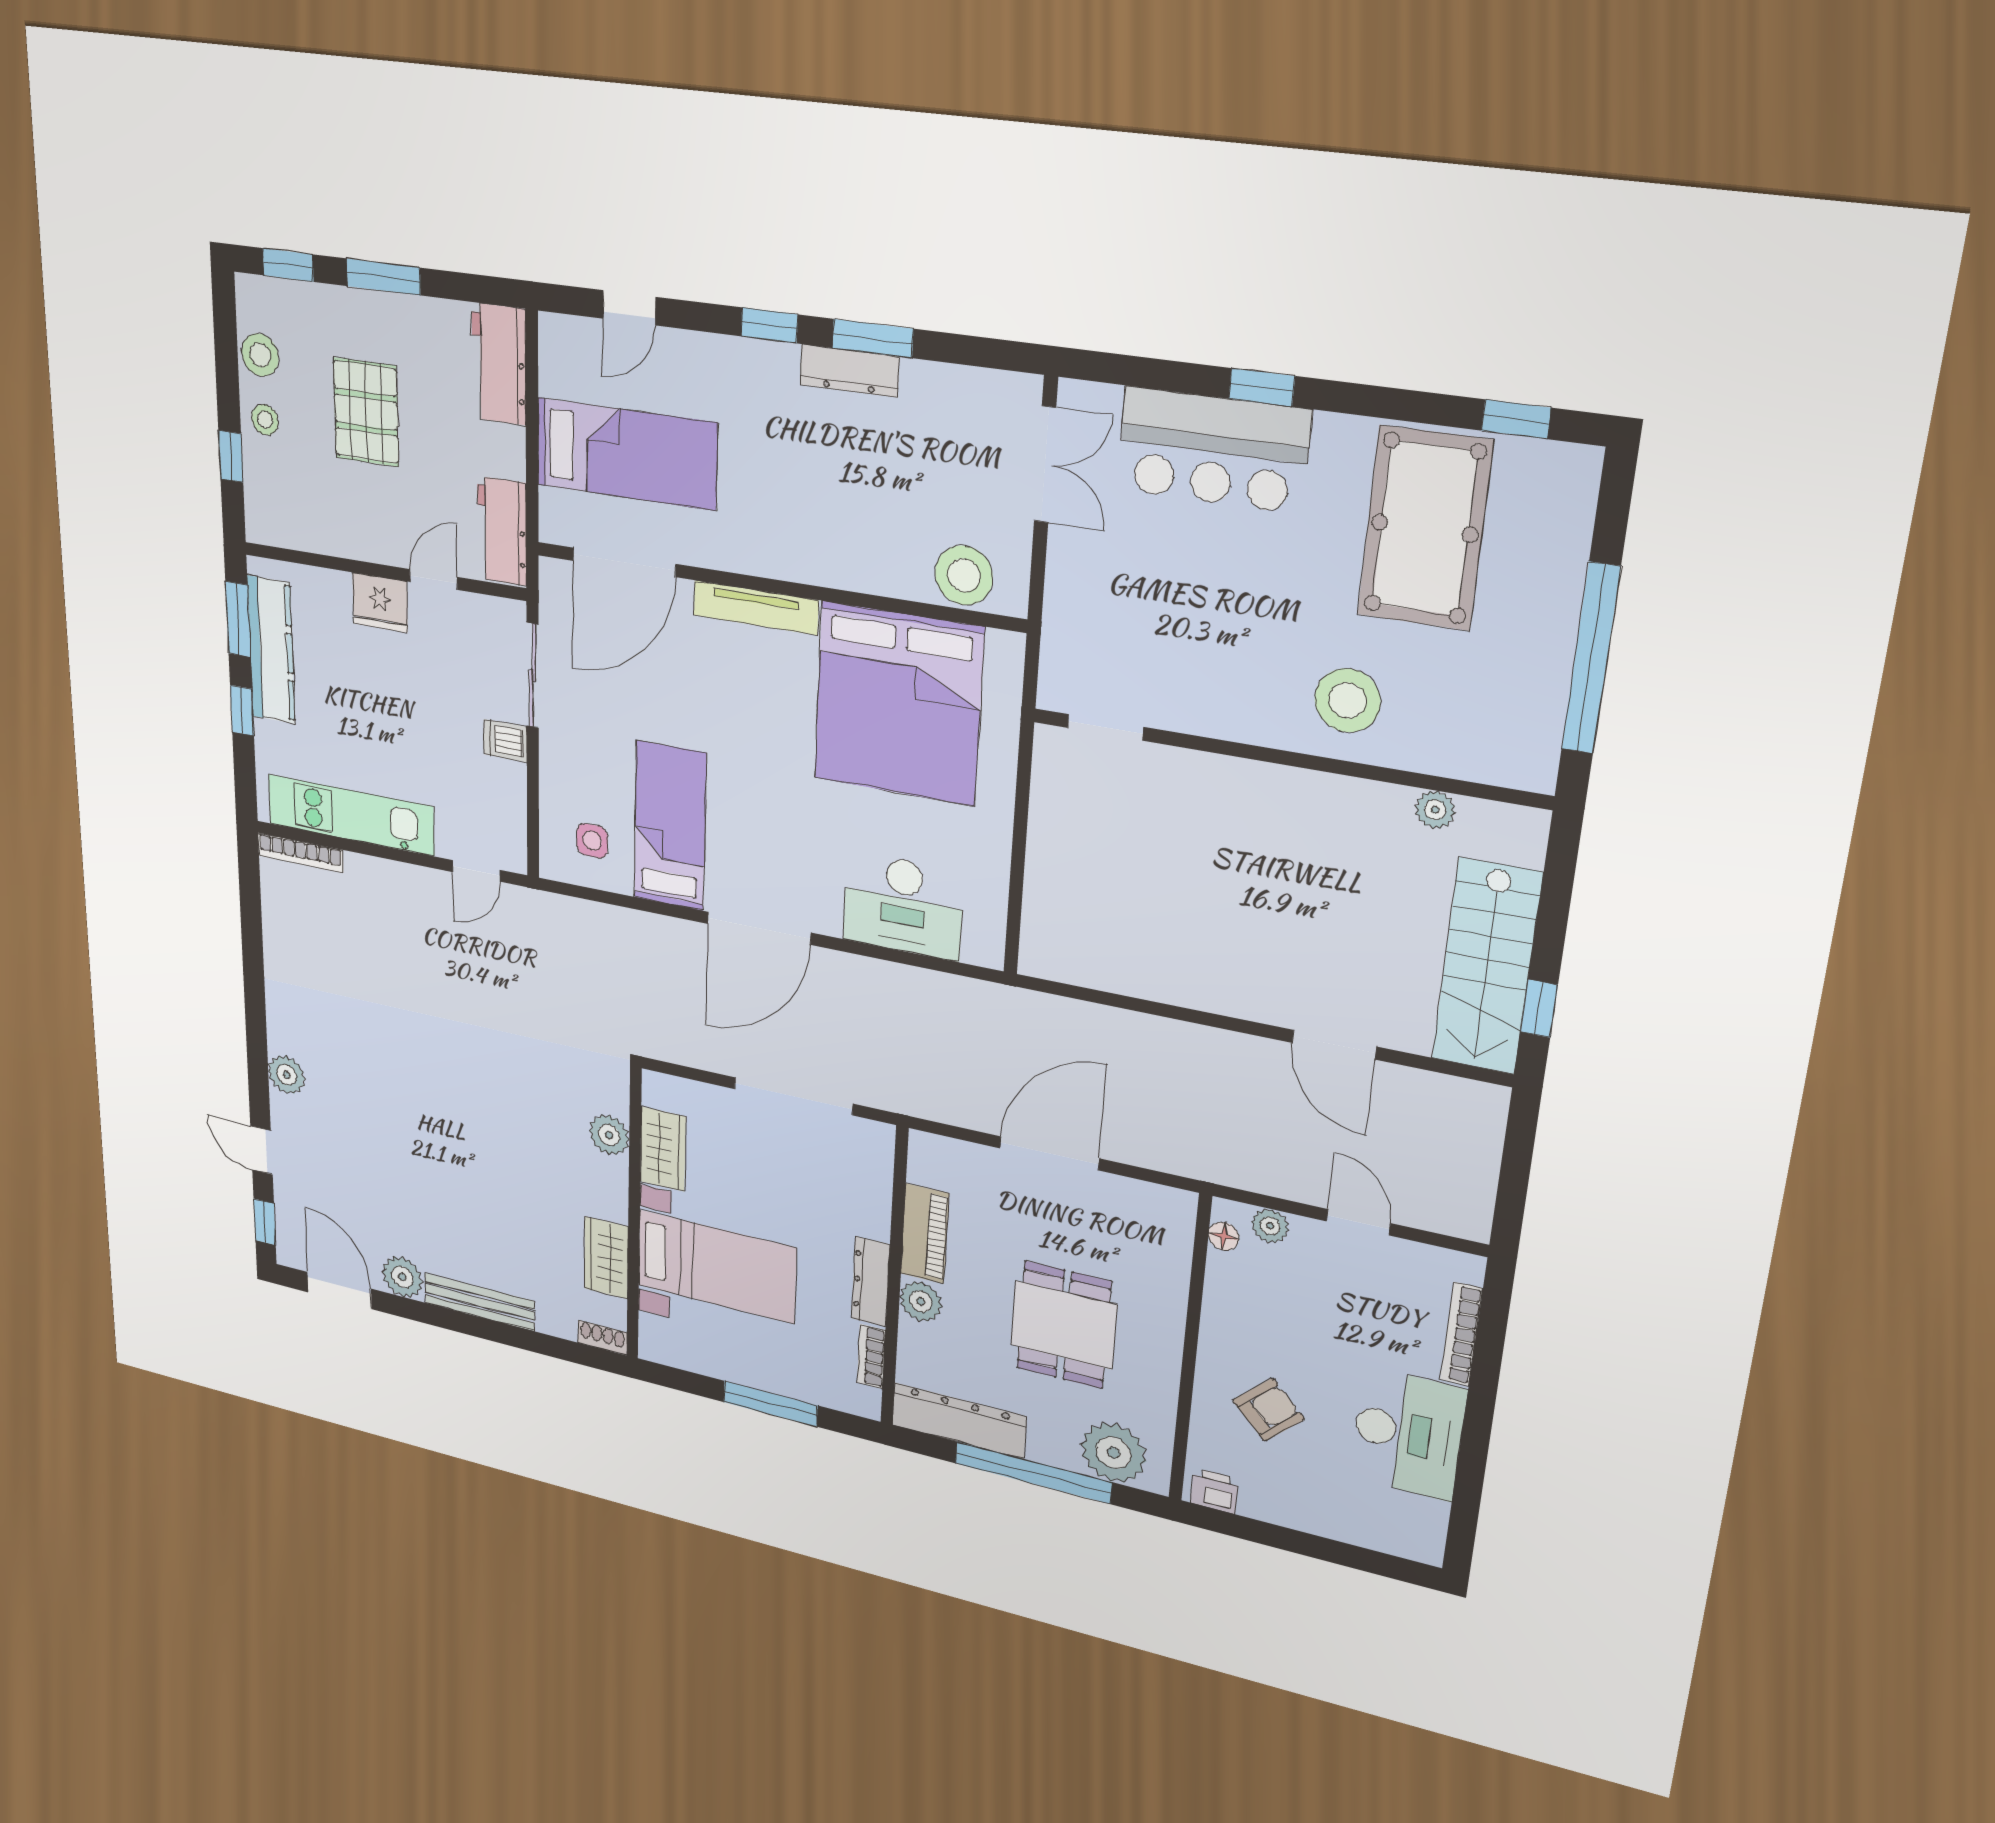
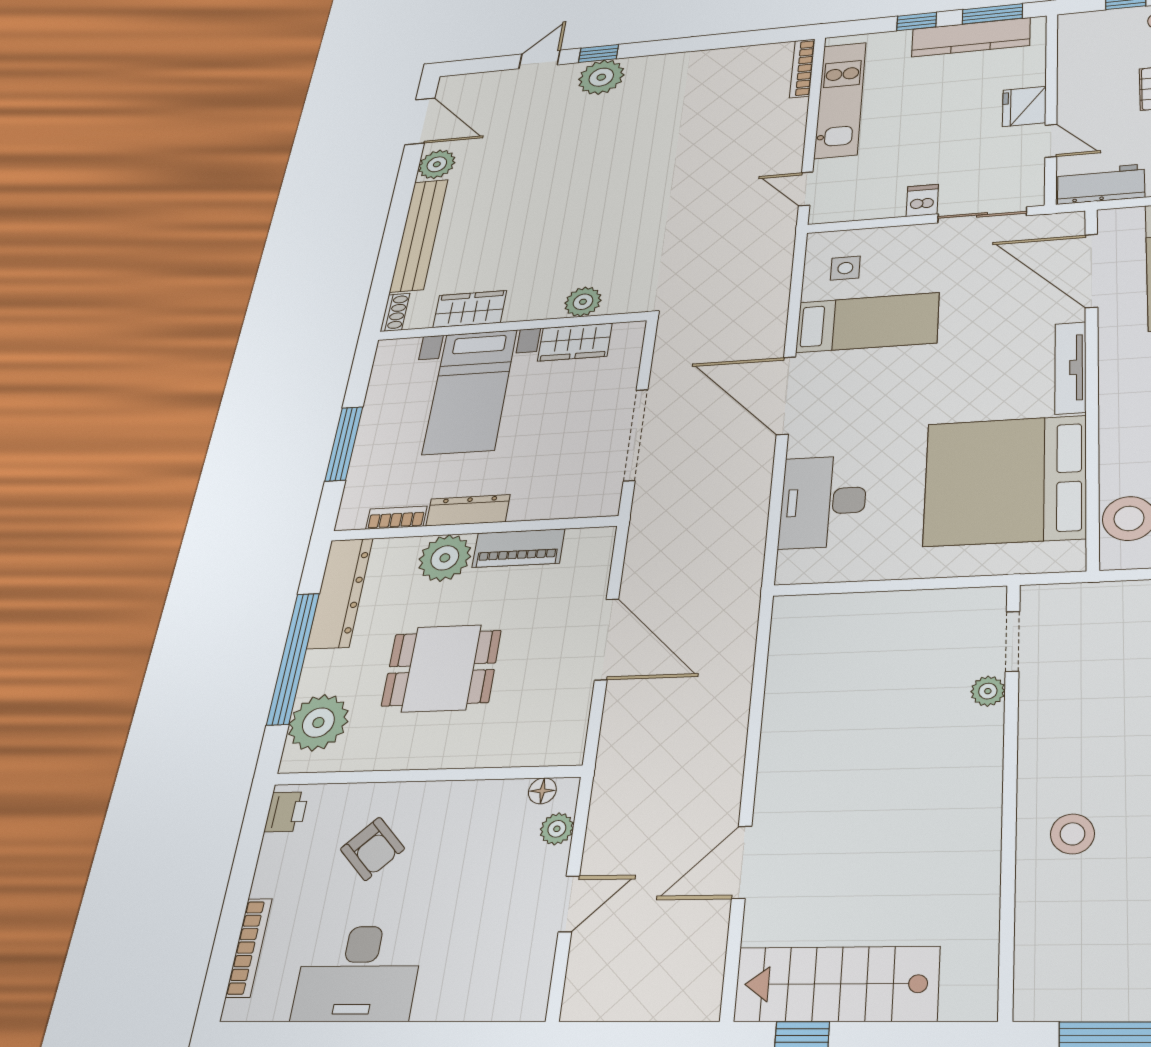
stool: (1347, 700) -> (1072, 834), width x0.73, depth x0.73
plant: (1435, 810) -> (988, 691), moved
plant: (287, 1075) -> (601, 77), width x1.36, depth x1.36
window: (265, 1222) -> (599, 54), moved
door: (339, 1290) -> (420, 121), hinge flipped
plant: (921, 1301) -> (445, 558), width x1.36, depth x1.36
bench: (480, 1302) -> (419, 235), width x1.37, depth x1.21
bookcase: (1461, 1334) -> (249, 948), moved, turned 90

